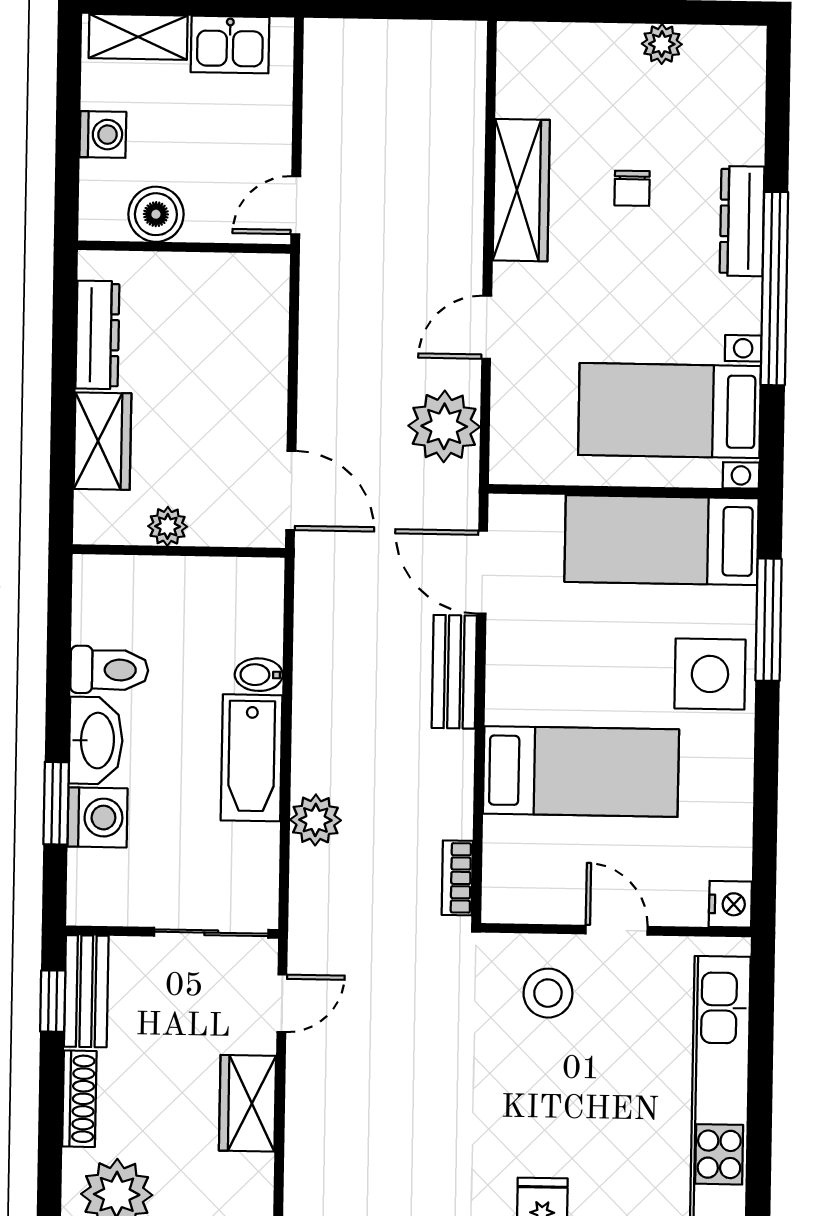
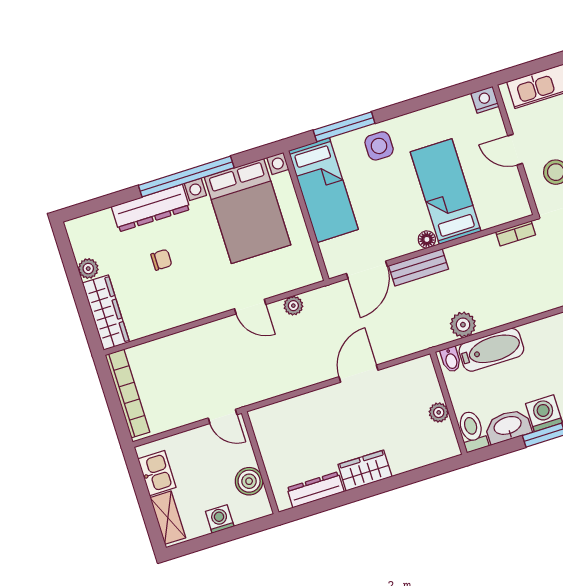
bookcase: (400, 39) -> (127, 394), added
wardrobe: (521, 190) -> (106, 313), moved, turned 90
dresser: (742, 221) -> (151, 208), width x1.37, depth x1.24
bed with nightstands: (670, 411) -> (247, 211), width x1.36
plant: (444, 426) -> (293, 306), width x0.53, depth x0.53
plant: (168, 526) -> (439, 412), moved
wall: (179, 551) -> (449, 403), moved
side table: (710, 674) -> (379, 146), width x0.73, depth x0.73
floor lamp: (502, 705) -> (427, 239), added
plant: (315, 820) -> (463, 325), moved
door: (617, 930) -> (515, 150), hinge flipped

